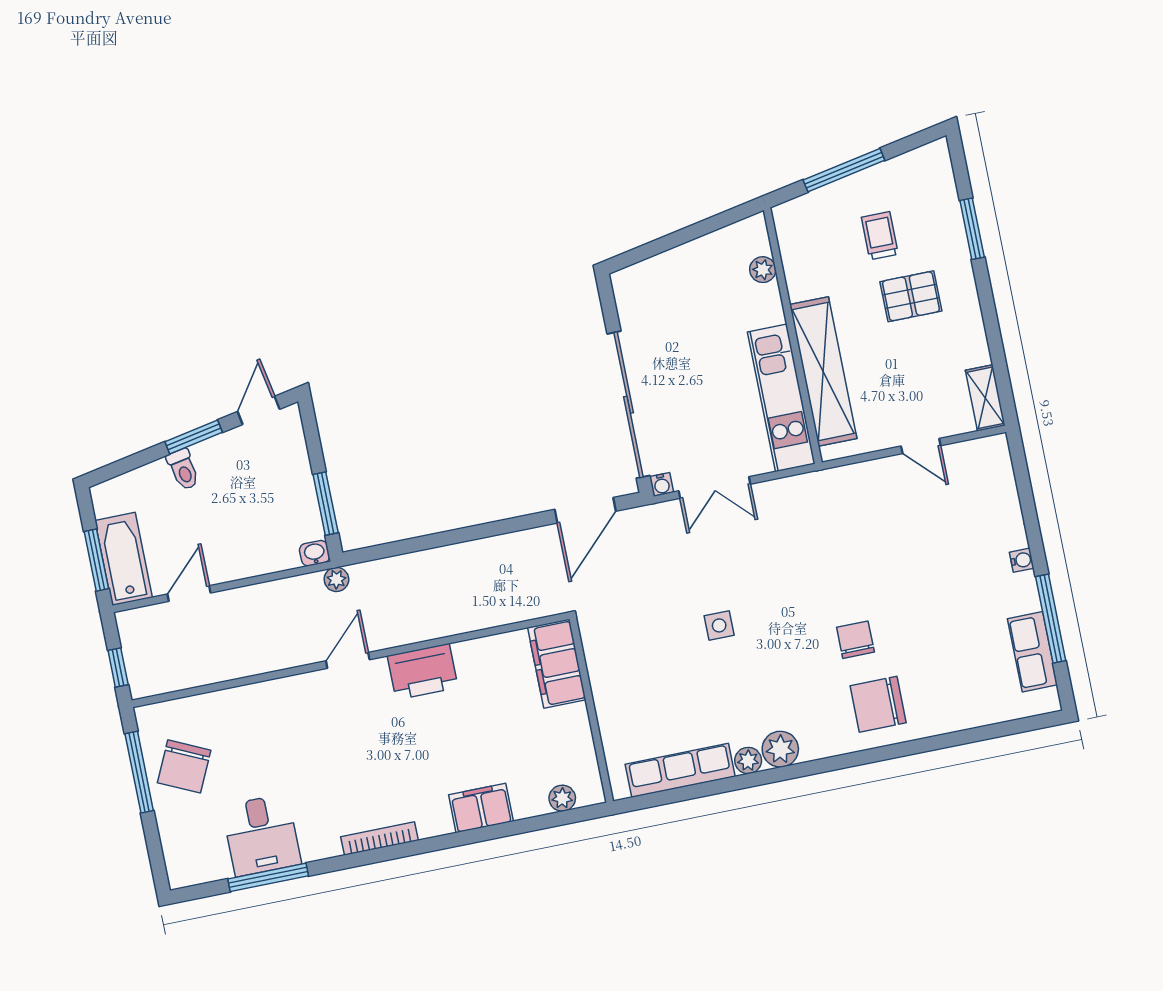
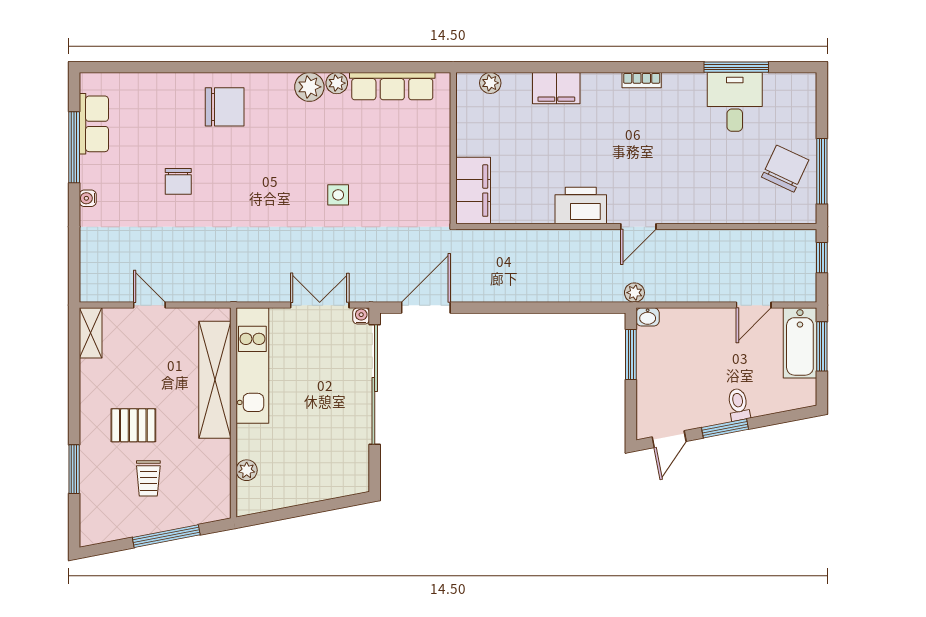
chair: (855, 640) -> (178, 181), moved
bookcase: (379, 839) -> (642, 80), width x0.64

